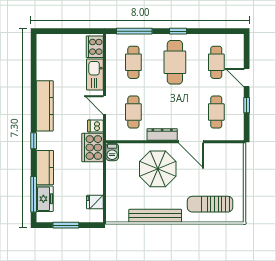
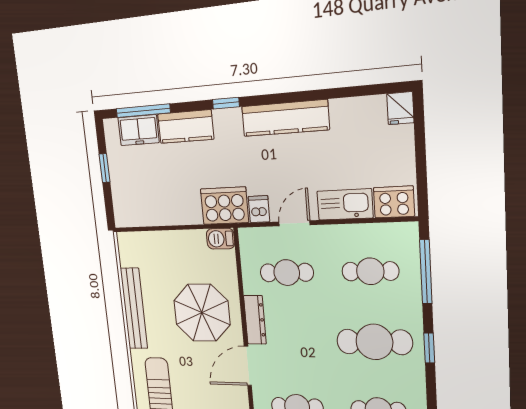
fridge: (95, 202) -> (400, 108), moved, turned 180
window: (66, 225) -> (104, 168), width x0.67

